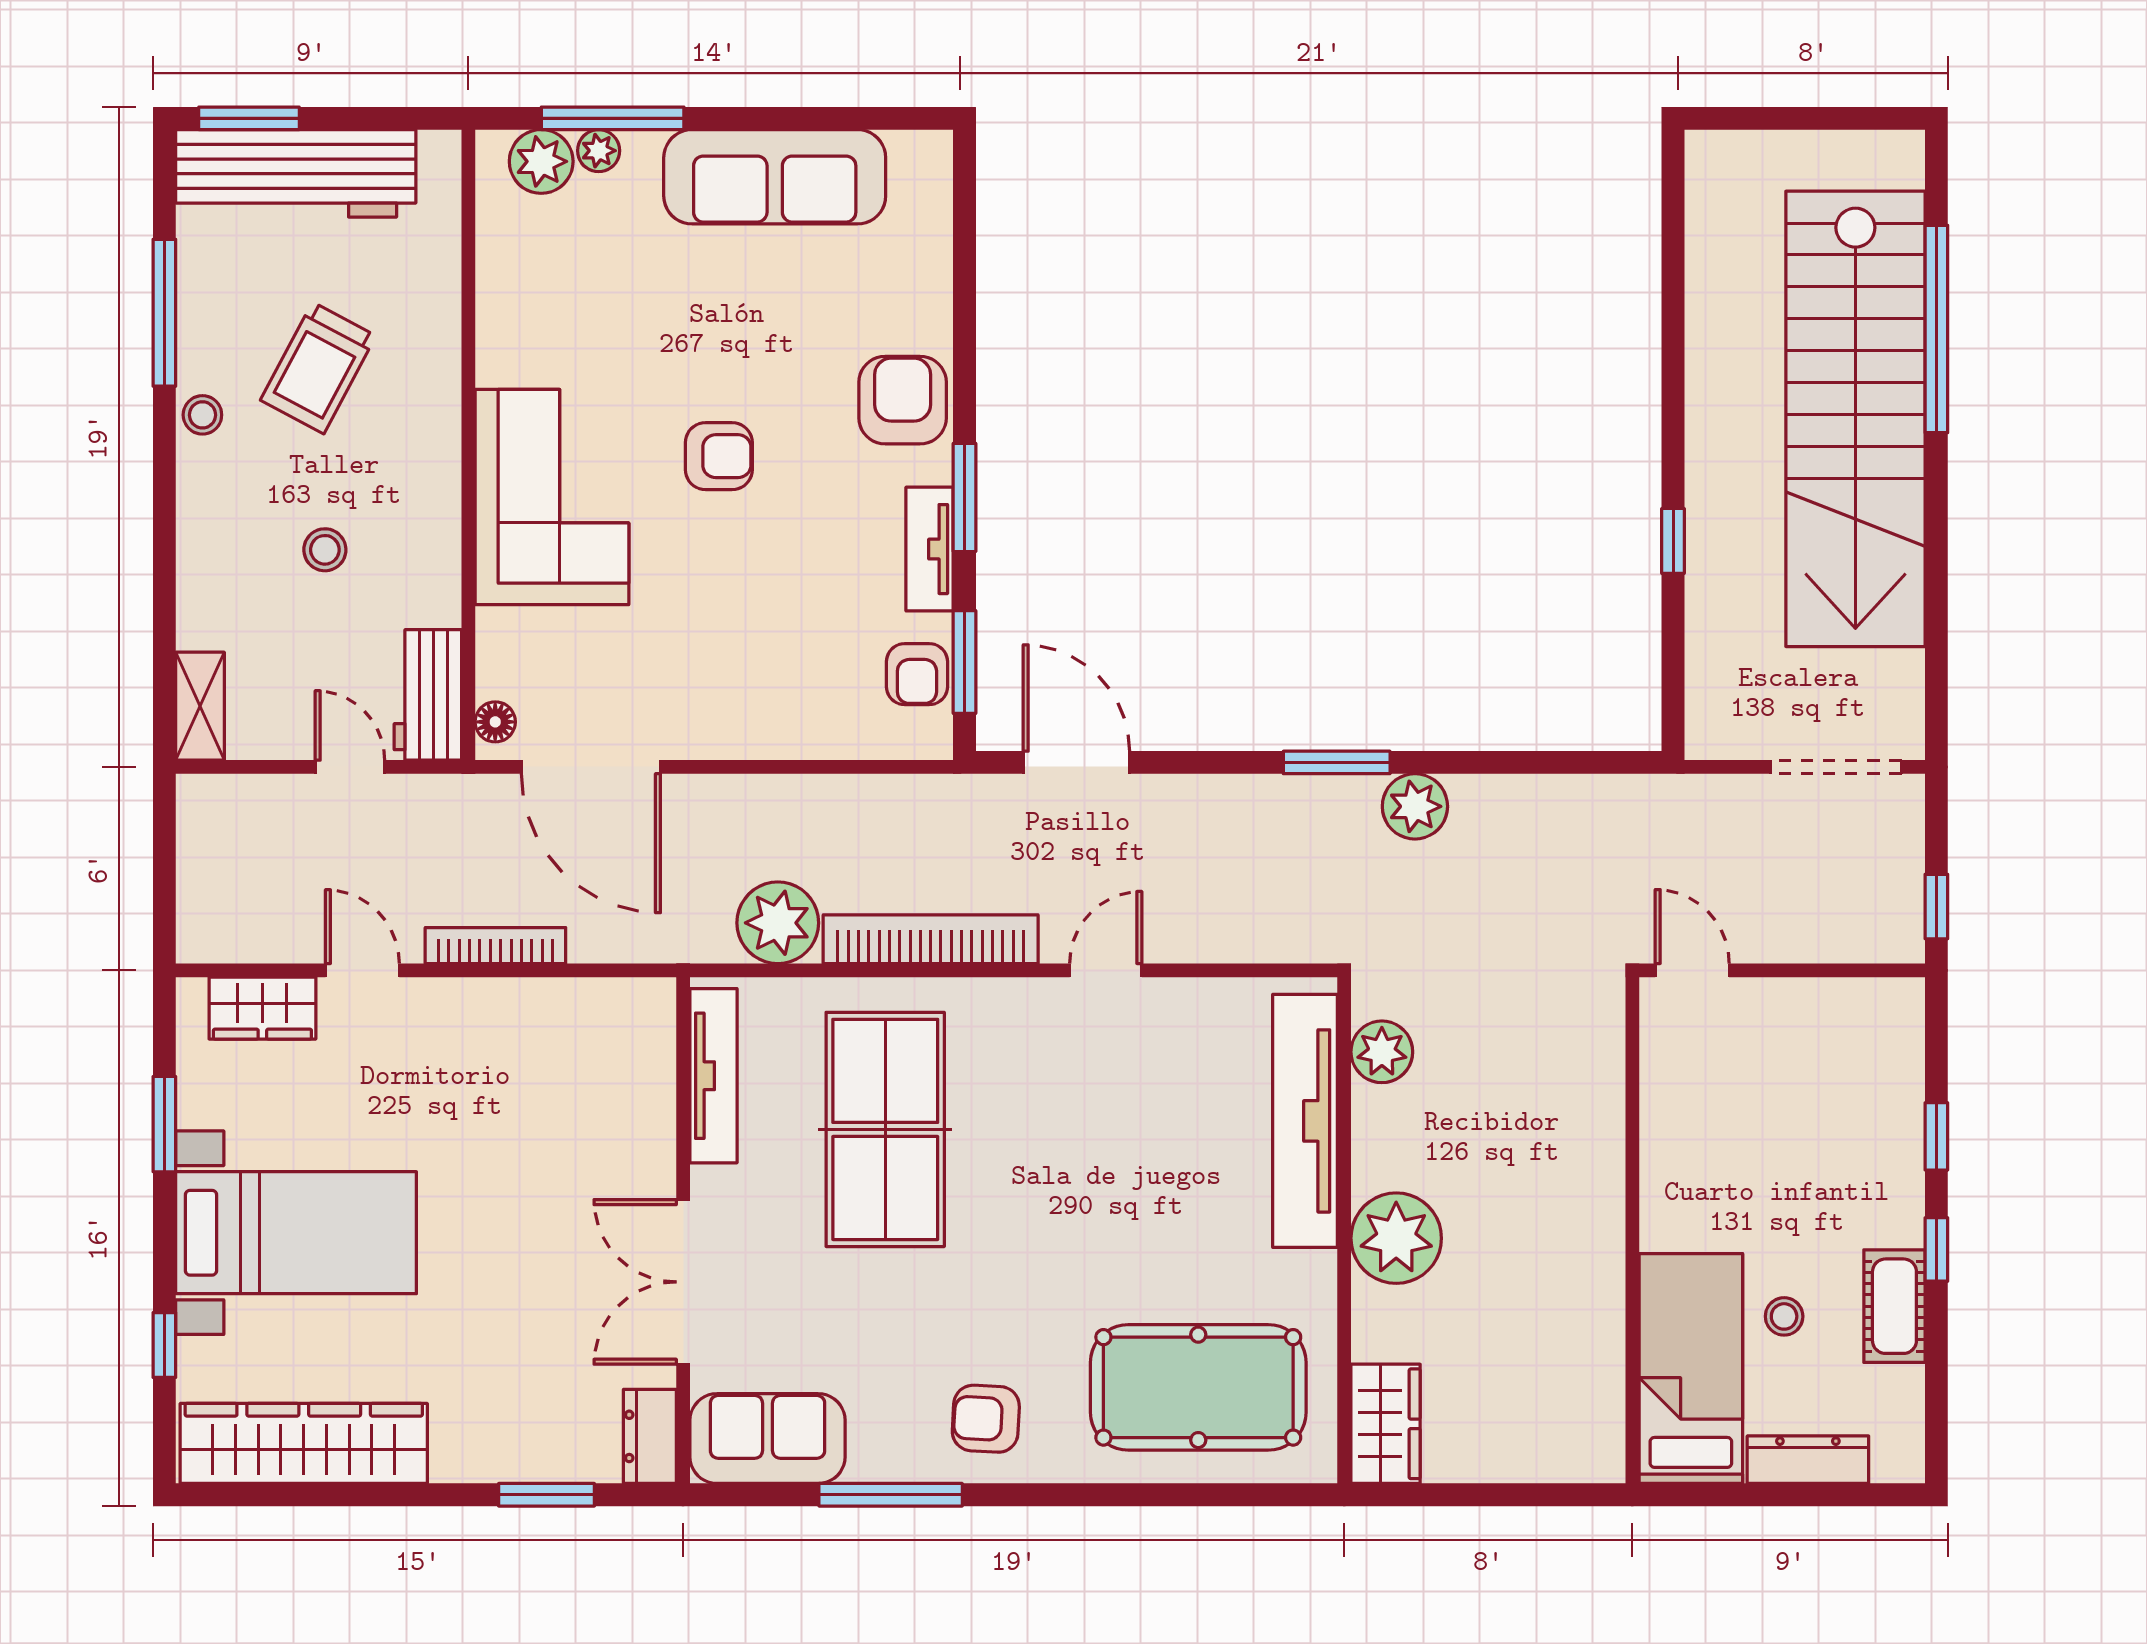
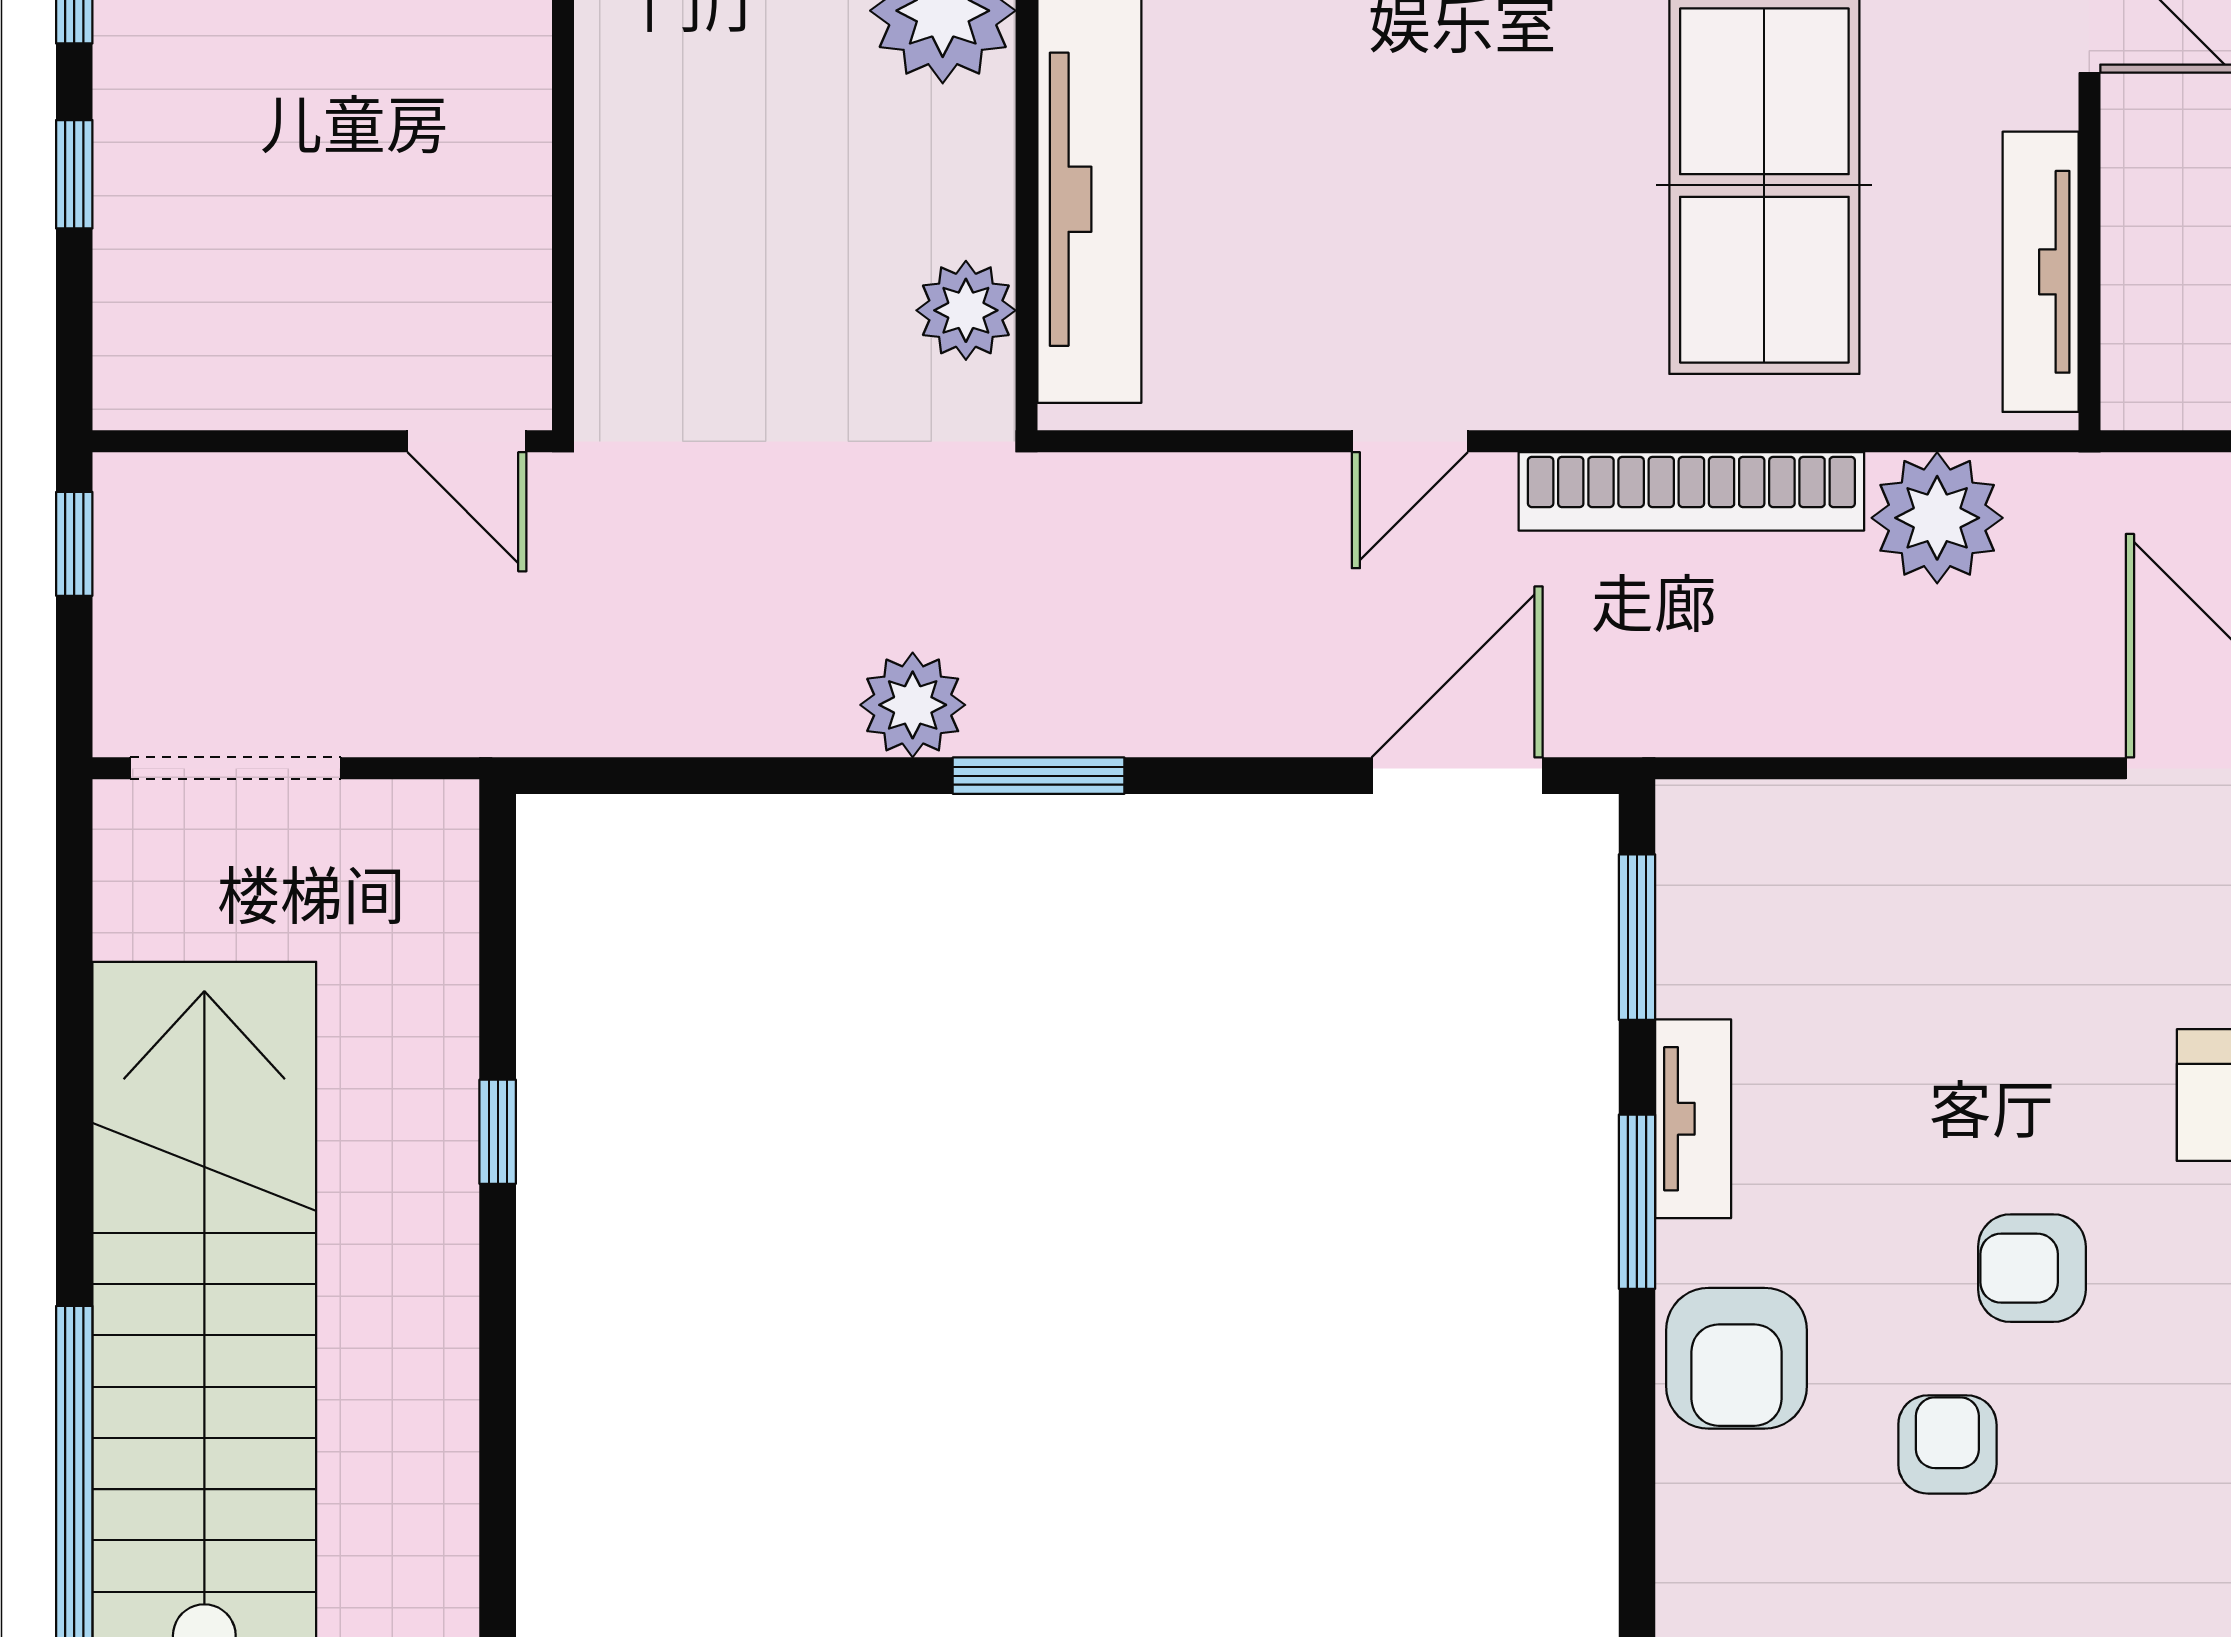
armchair: (917, 674) -> (1947, 1444), moved
door: (1076, 762) -> (1457, 776), swing flipped

